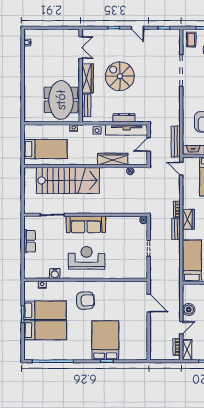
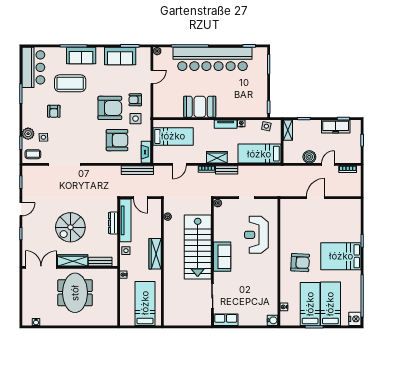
double door: (81, 48) -> (41, 267), width x1.37
meeting table: (61, 100) -> (75, 293), moved, turned 90
wardrobe: (113, 159) -> (155, 254), moved
door: (181, 169) -> (179, 164), moved
stairs: (68, 180) -> (198, 247), moved, turned 180
sofa: (86, 224) -> (222, 257), width x0.73
row of seats: (30, 241) -> (226, 320), moved
reception desk: (87, 258) -> (256, 235), moved
water cooler: (55, 274) -> (272, 320), moved
armchair: (85, 301) -> (300, 263), turned 96
door: (149, 303) -> (316, 198), moved
door: (181, 328) -> (328, 164), hinge flipped
bed: (105, 340) -> (341, 256), moved
shelving: (187, 350) -> (350, 158), removed
nightstand: (30, 354) -> (355, 319), added

